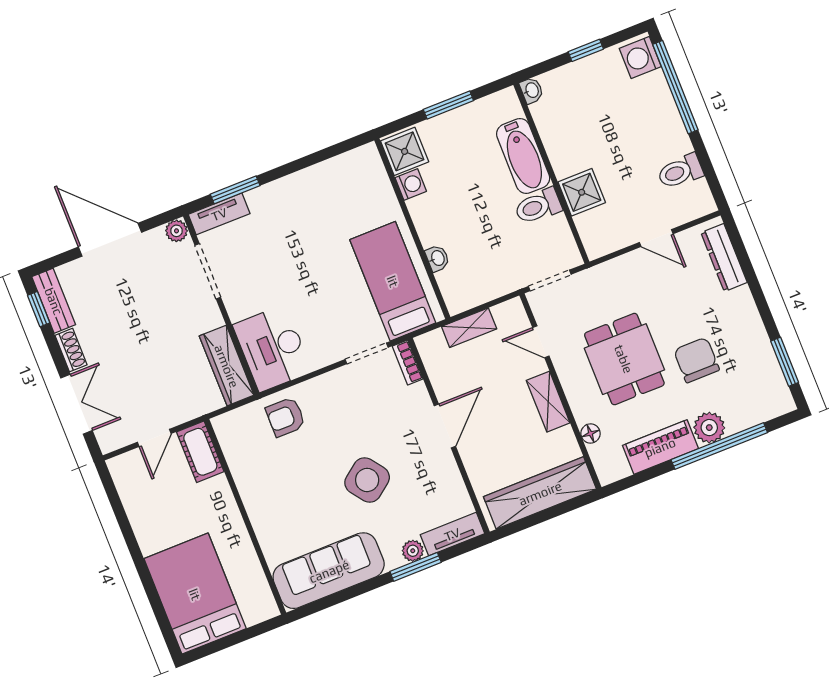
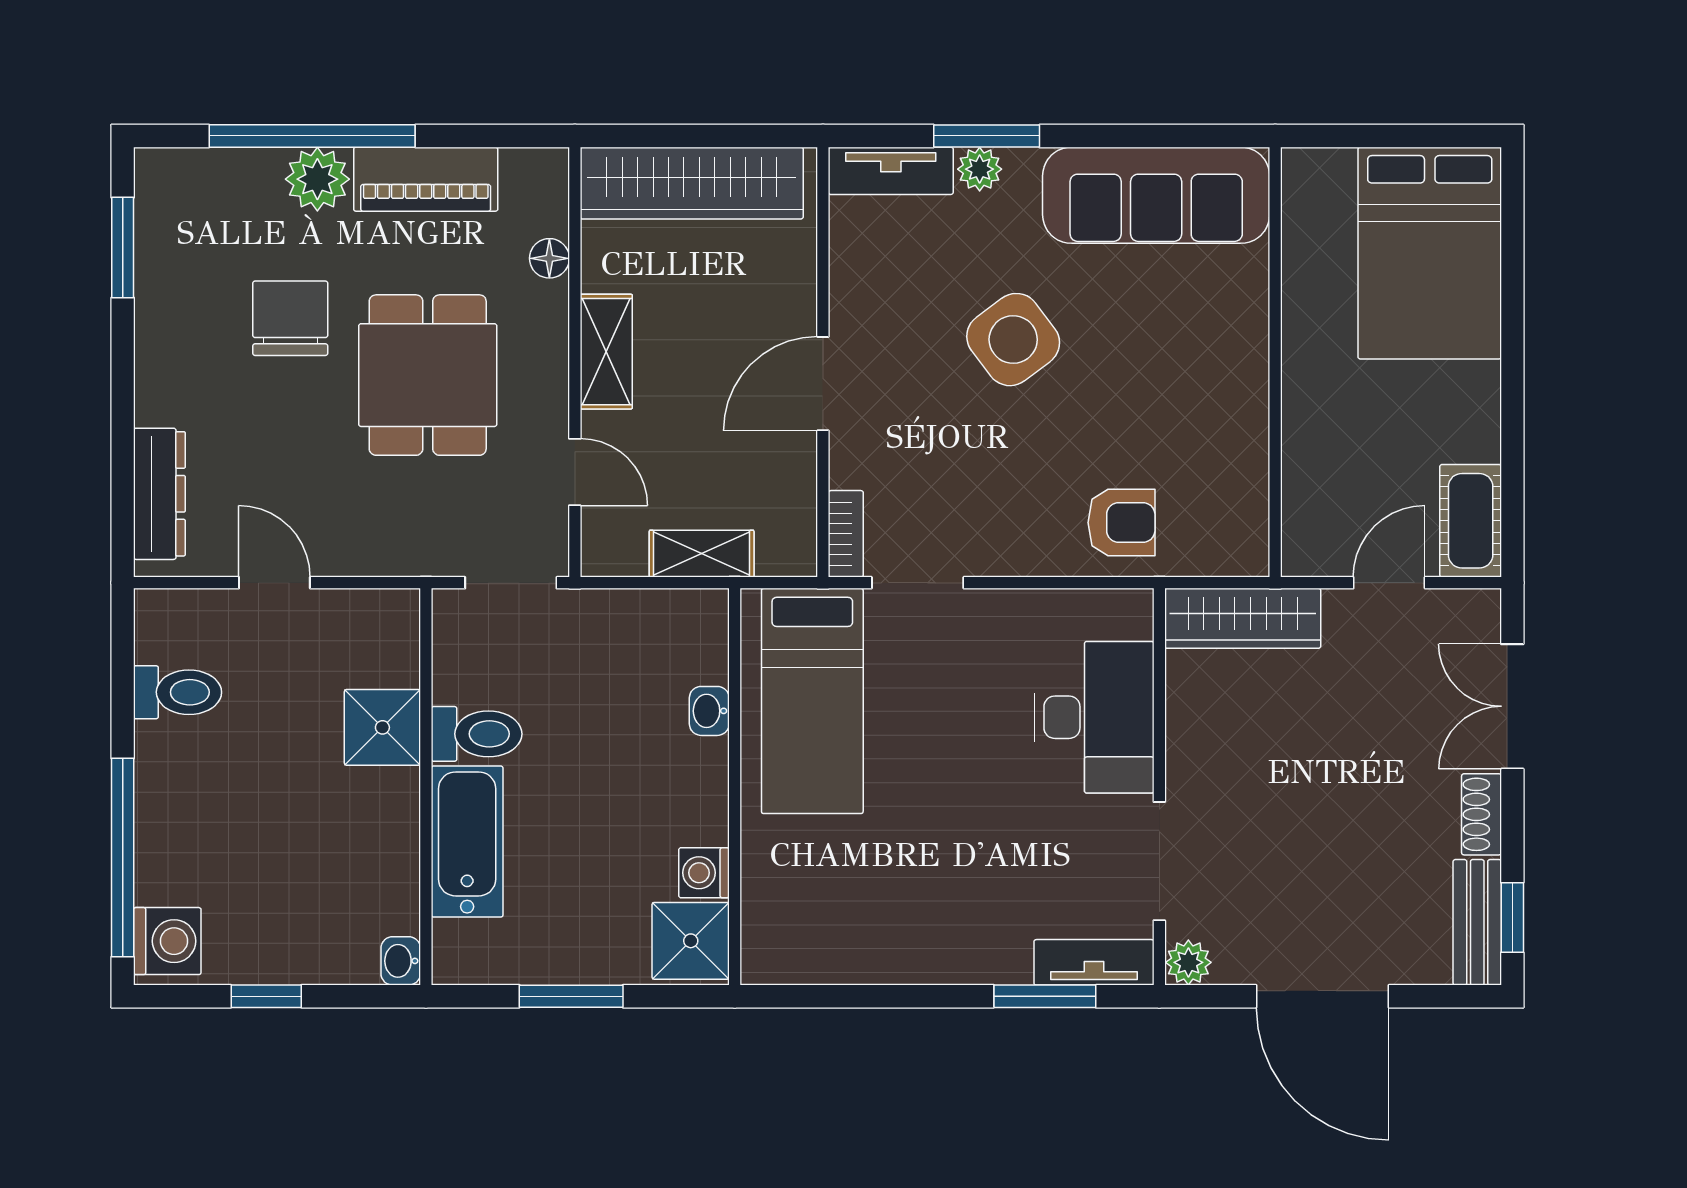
desk: (272, 348) -> (1094, 717), moved
chair: (696, 360) -> (290, 318), turned 180
wardrobe: (227, 366) -> (1243, 618), moved, turned 90
cot: (200, 452) -> (1471, 521), moved

